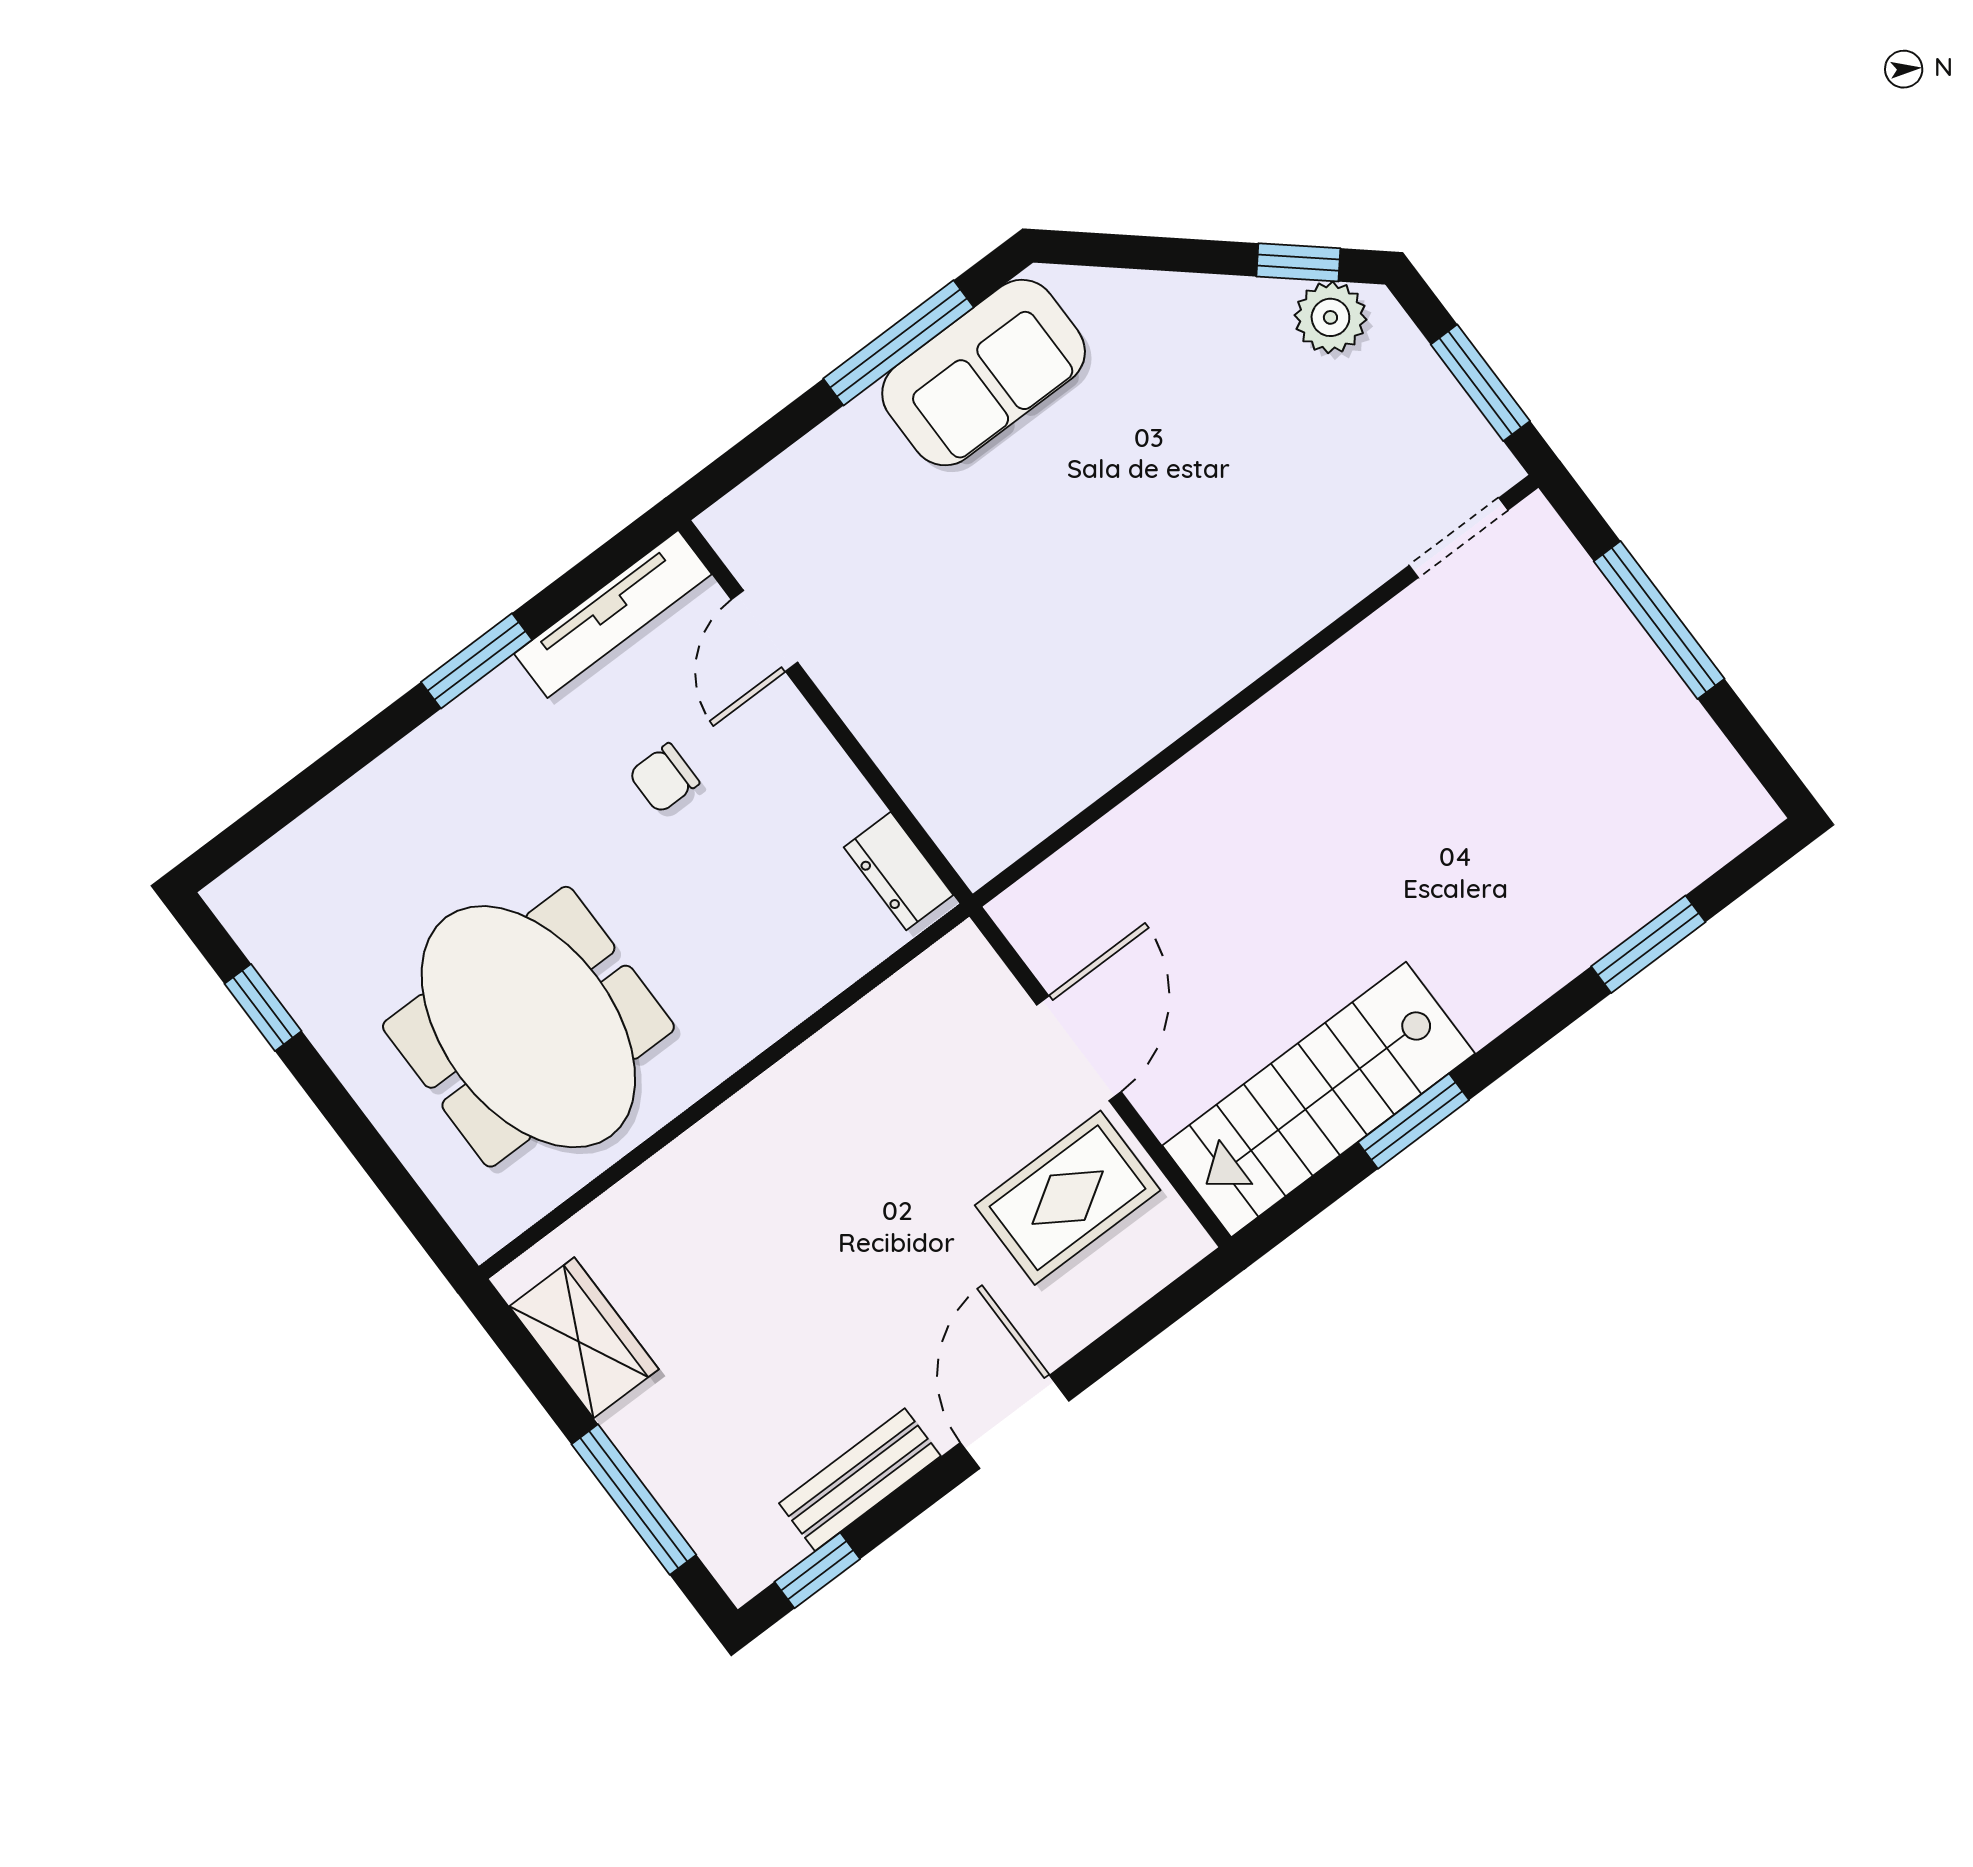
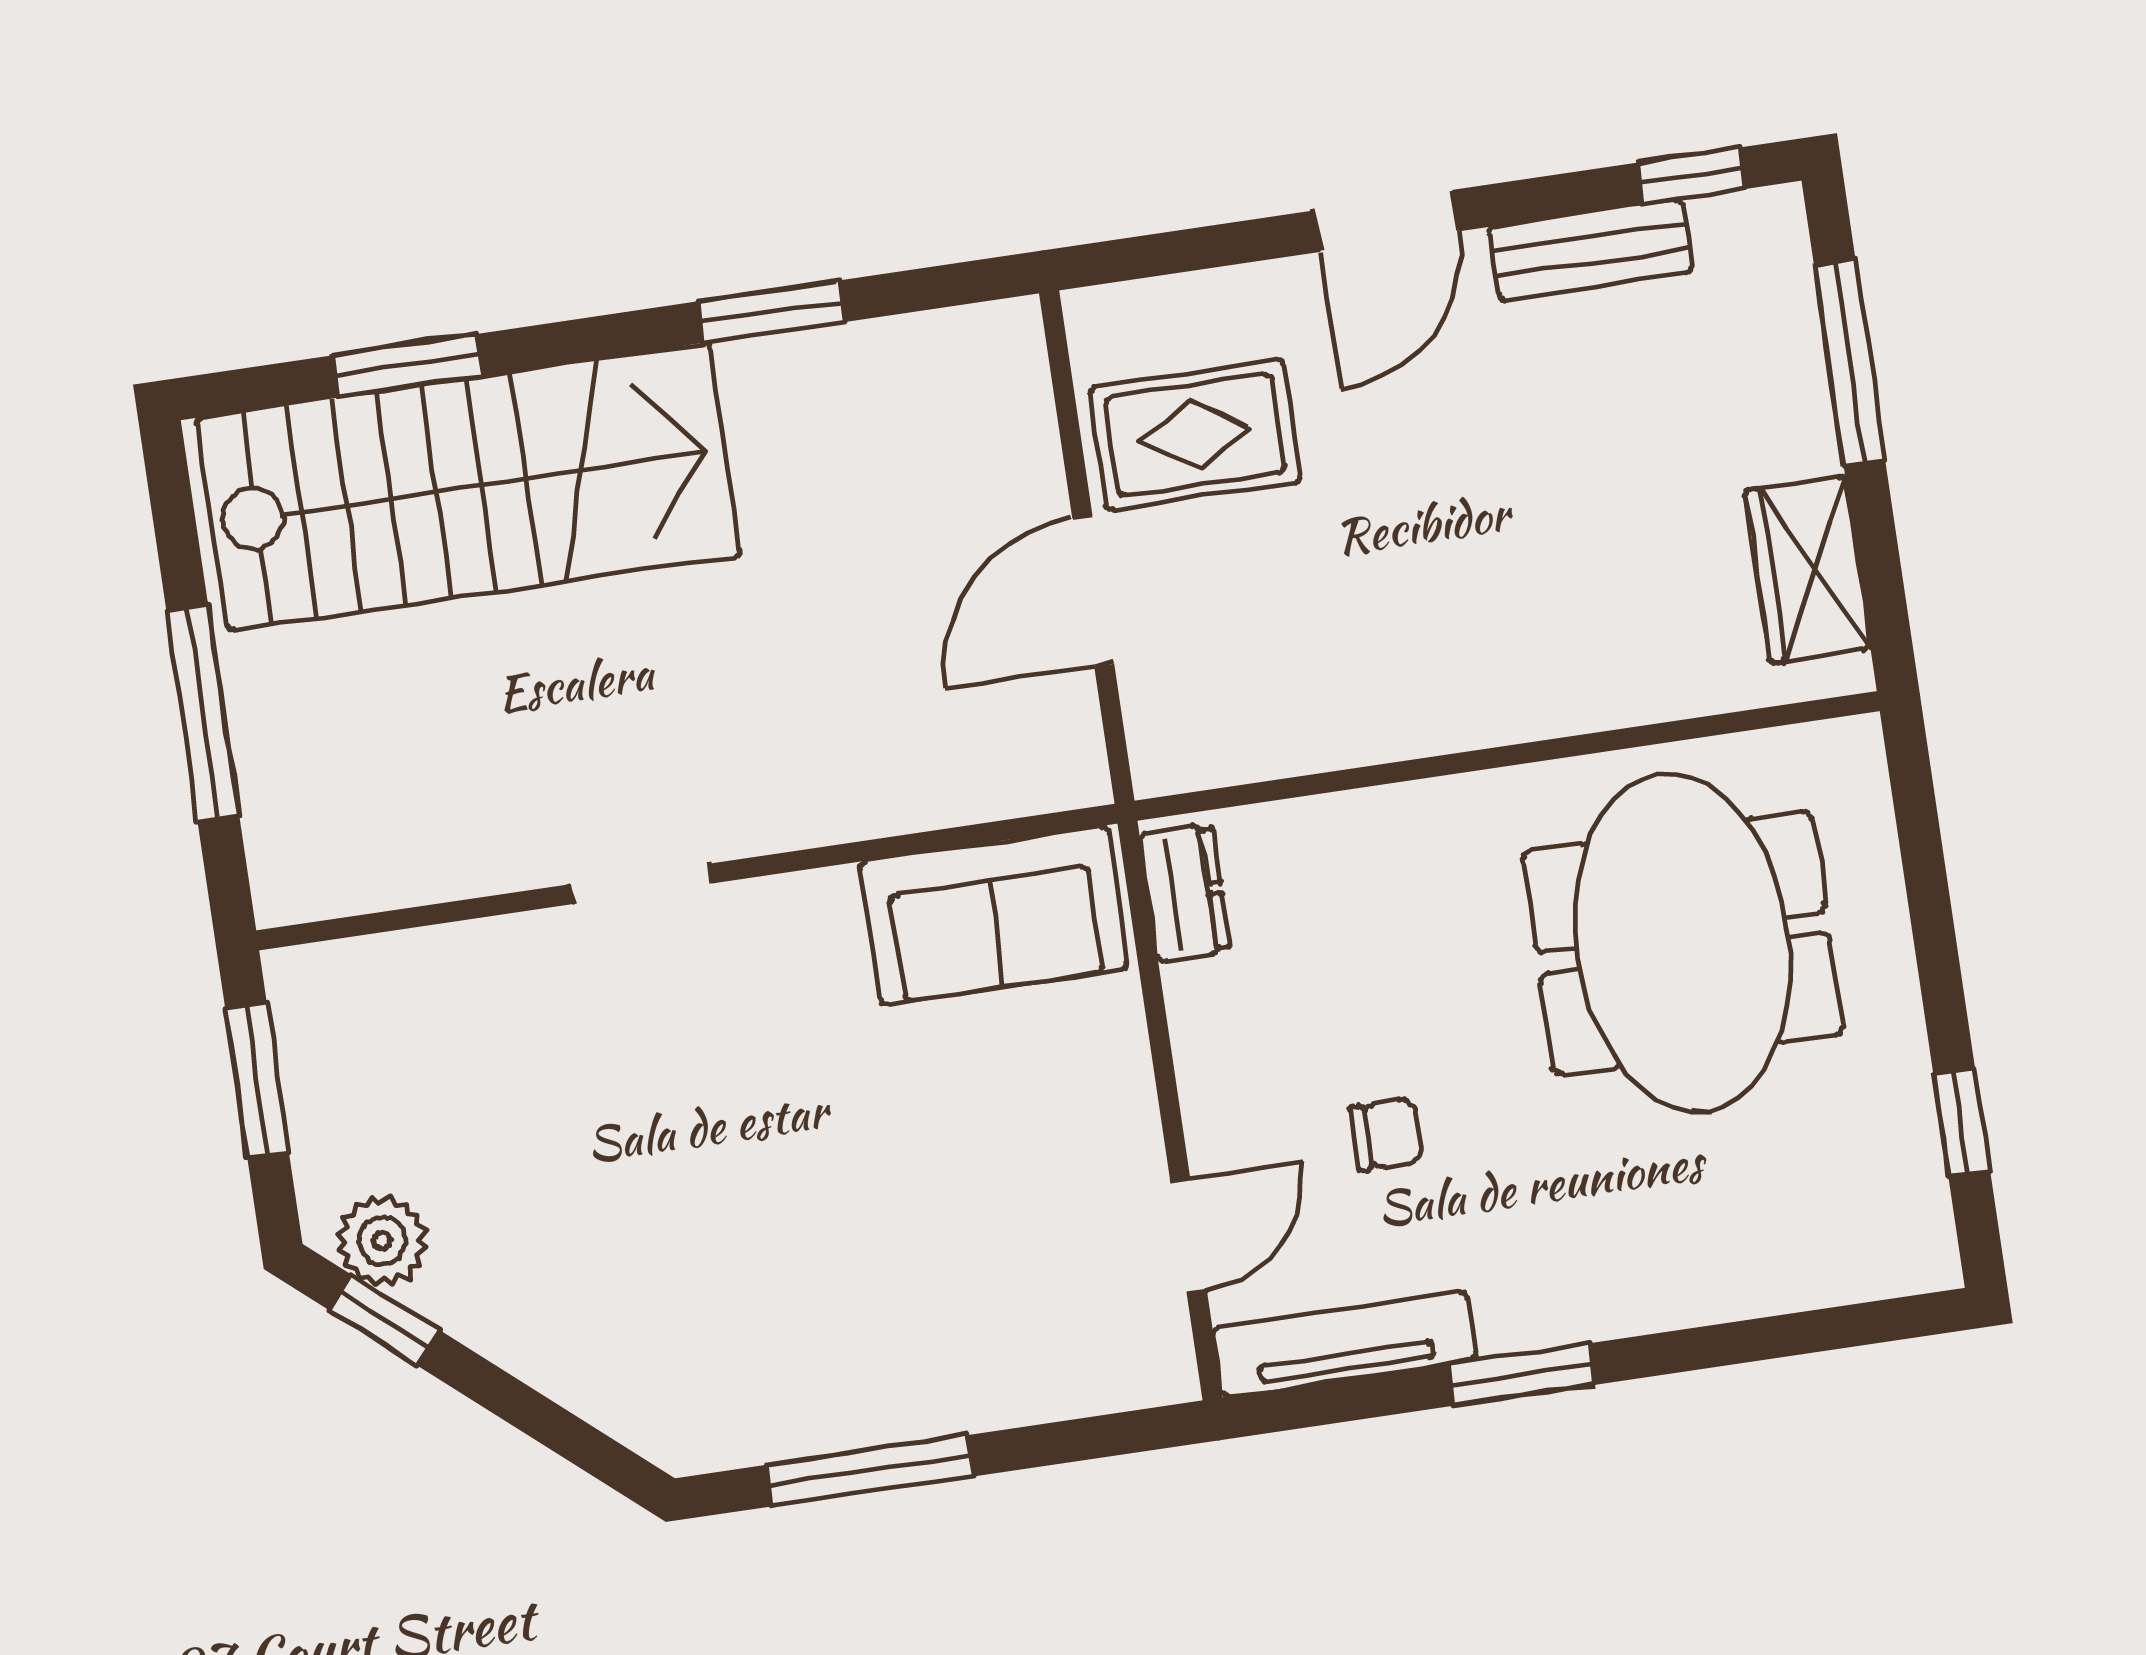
sofa: (984, 373) -> (994, 915), moved, turned 180
doorway: (1459, 538) -> (642, 884), moved
stairs: (1319, 1099) -> (468, 487), moved, width x1.36, depth x1.51

